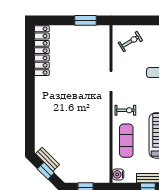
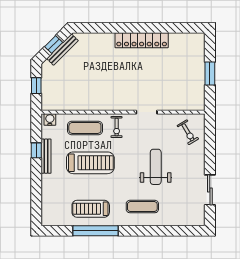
window: (86, 20) -> (210, 73), moved
locker: (42, 51) -> (142, 40), moved
bench: (48, 159) -> (62, 50), width x1.36

